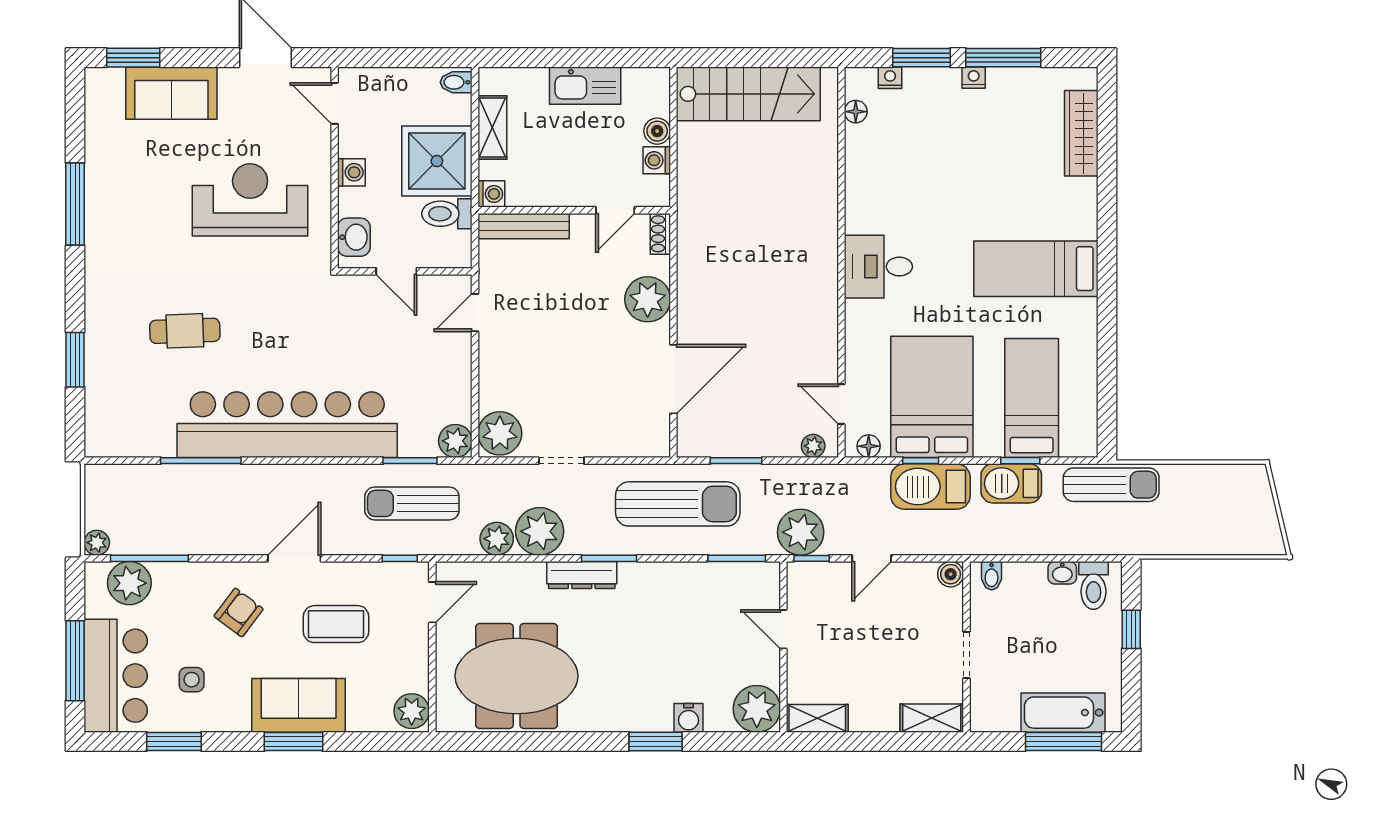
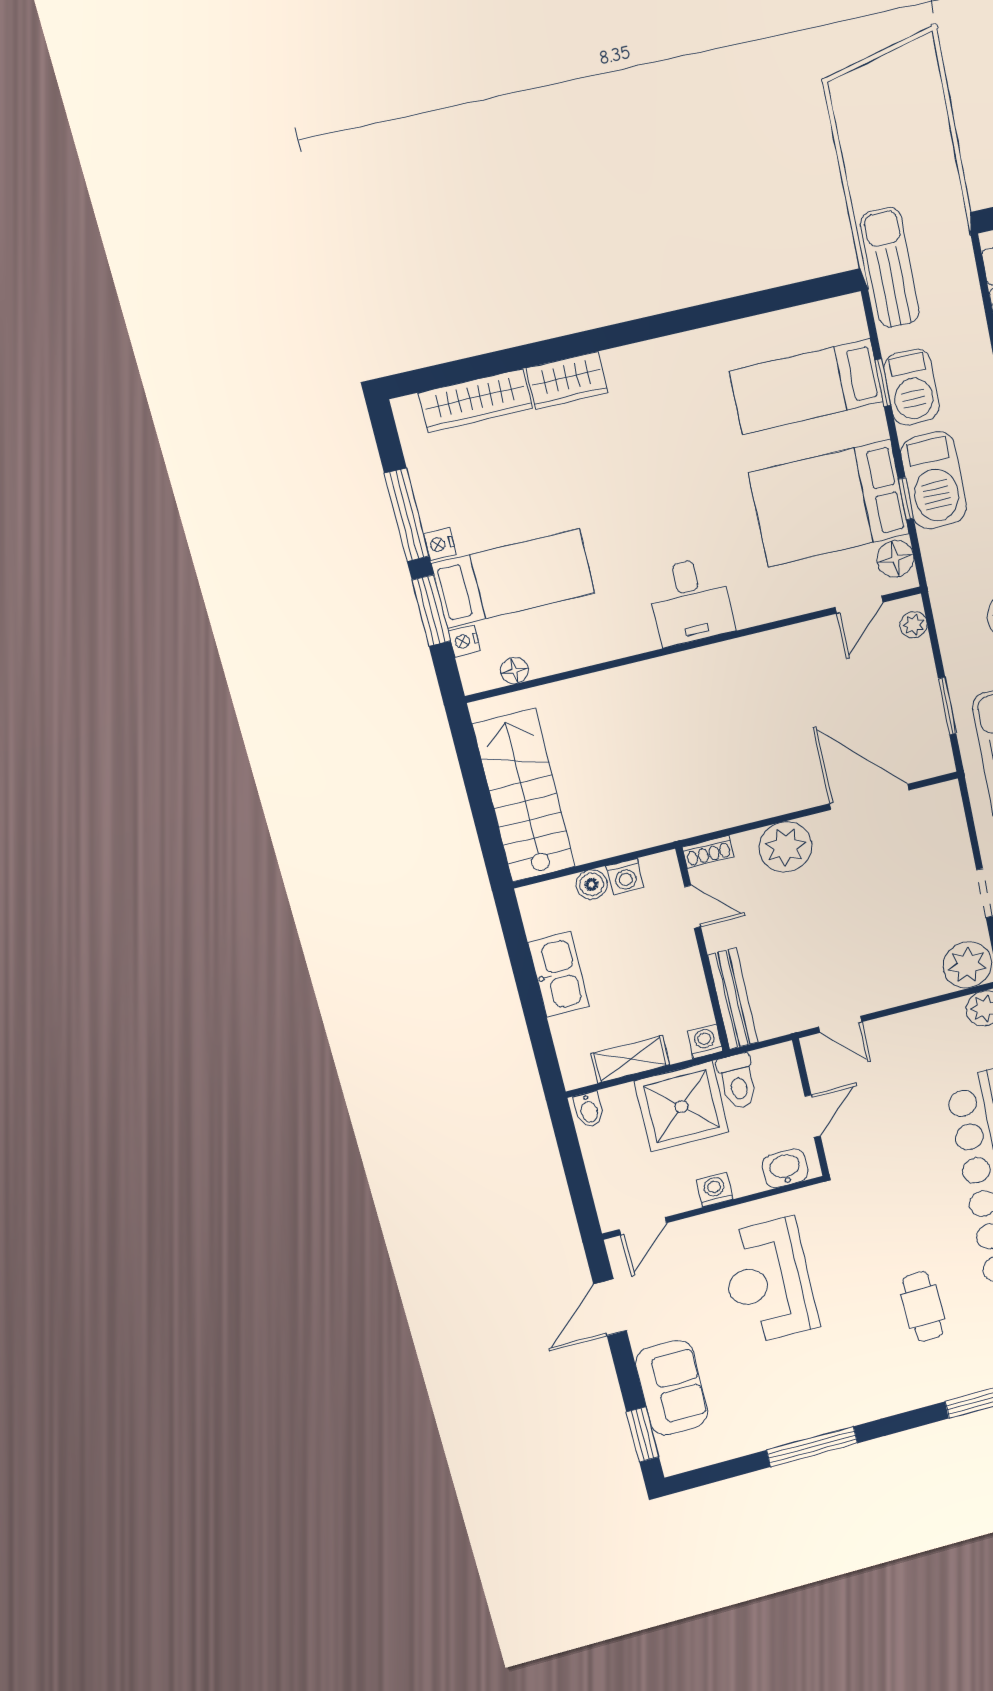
wardrobe: (1080, 208) -> (567, 381), added
bed: (1036, 269) -> (513, 578), moved, turned -90
floor lamp: (869, 446) -> (895, 559), width x1.37, depth x1.37

